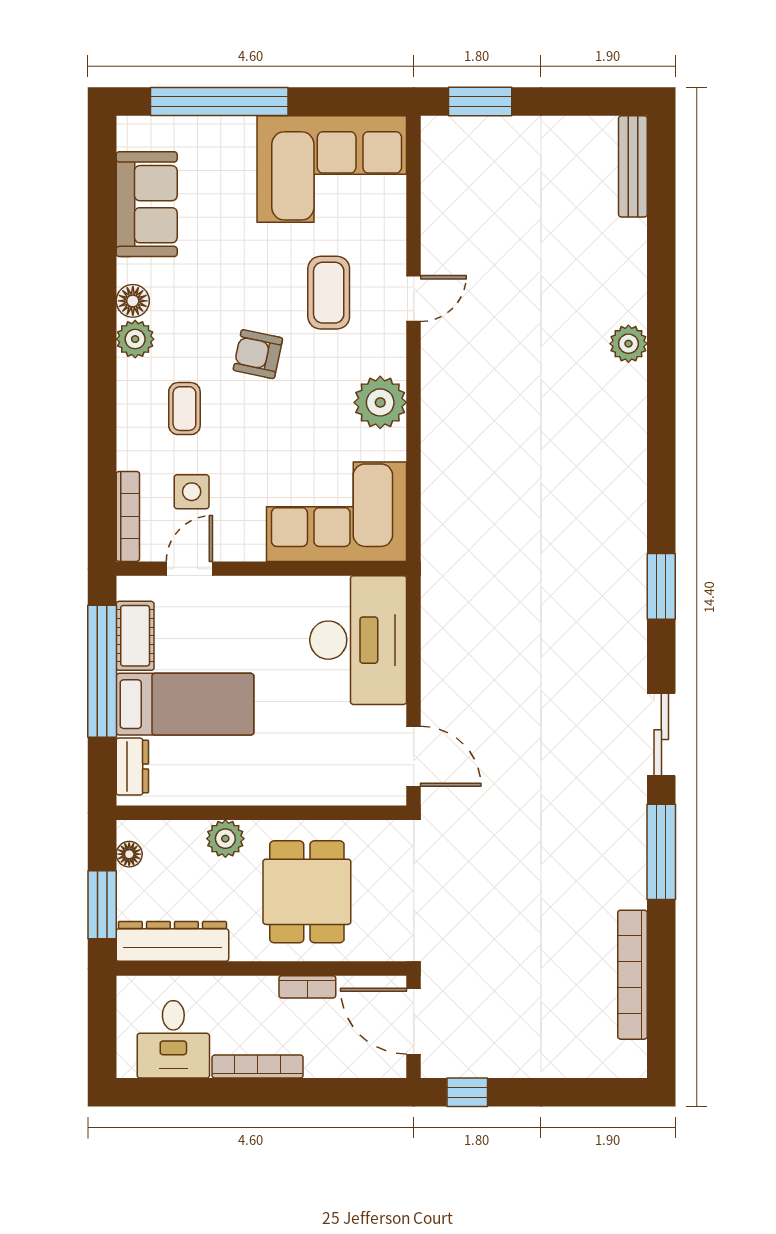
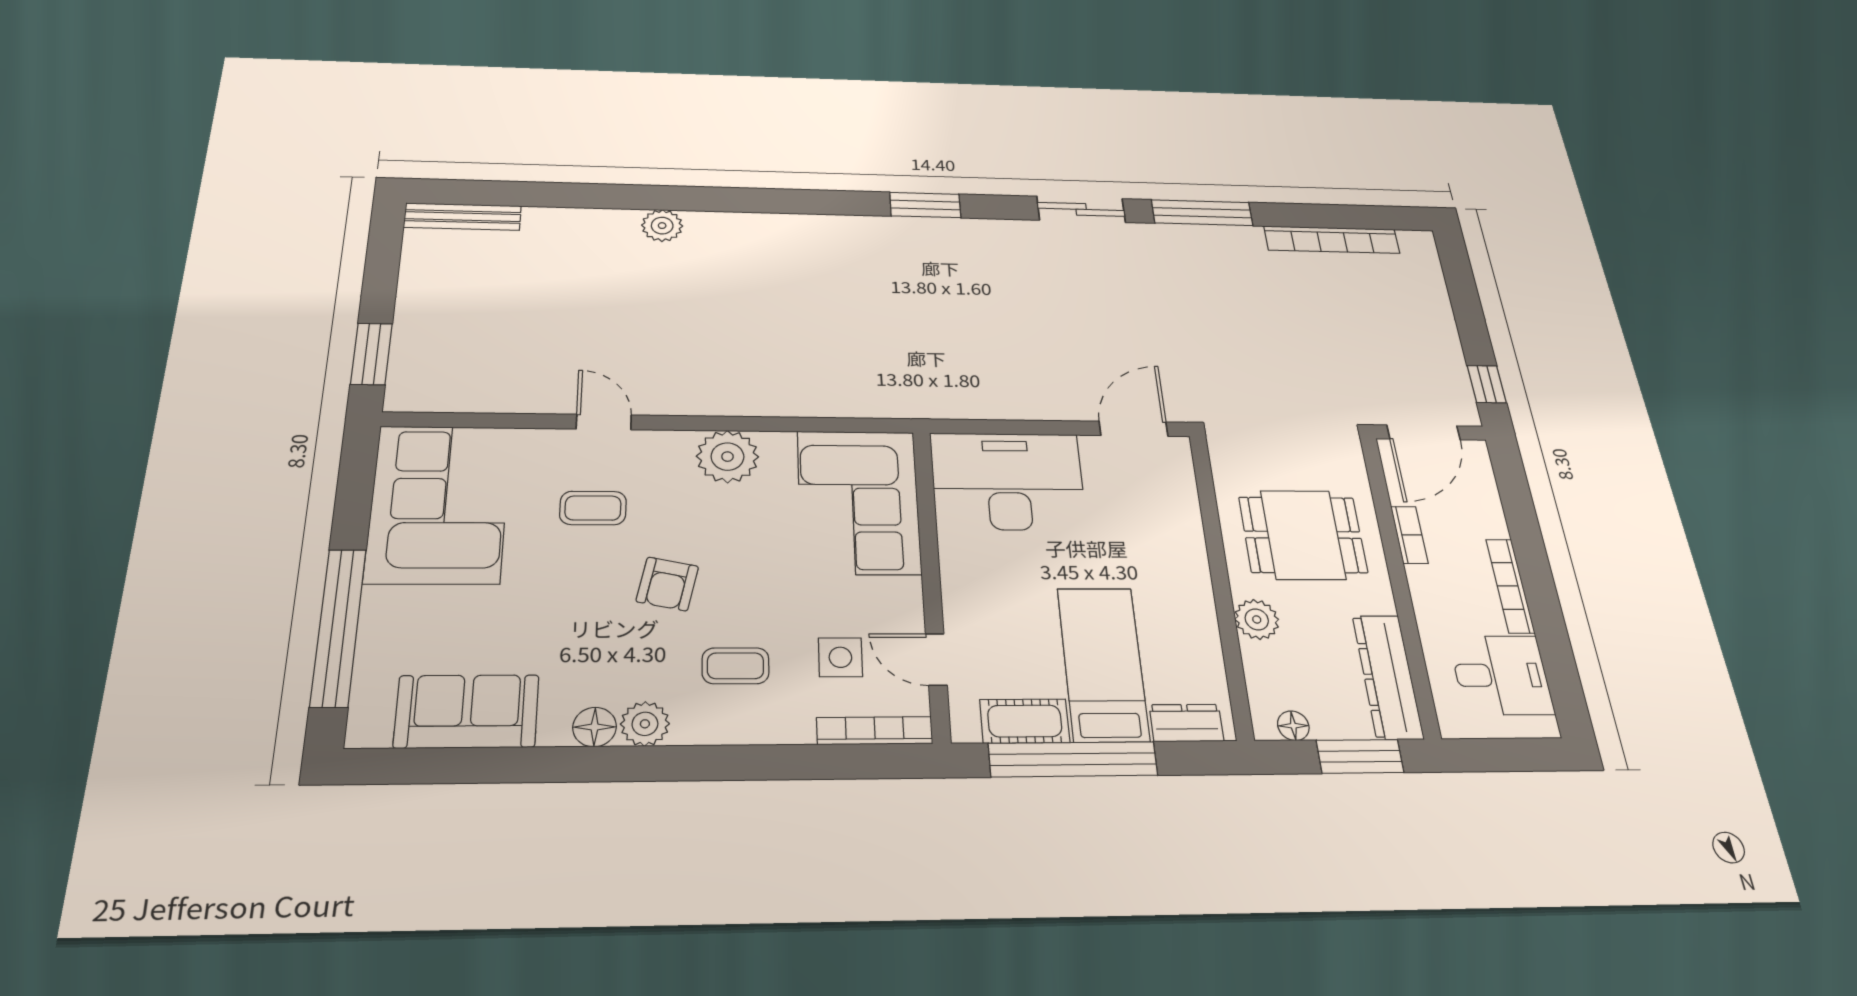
coffee table: (329, 293) -> (593, 508), width x0.73, depth x0.77

